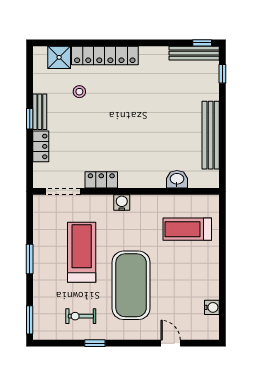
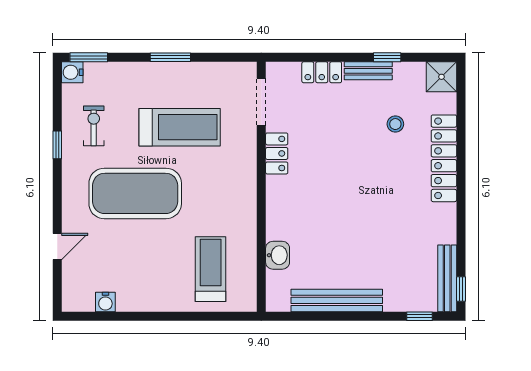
shower: (59, 57) -> (441, 77), moved
window: (30, 119) -> (387, 57), moved
water cooler: (122, 203) -> (72, 72), moved, turned 180

